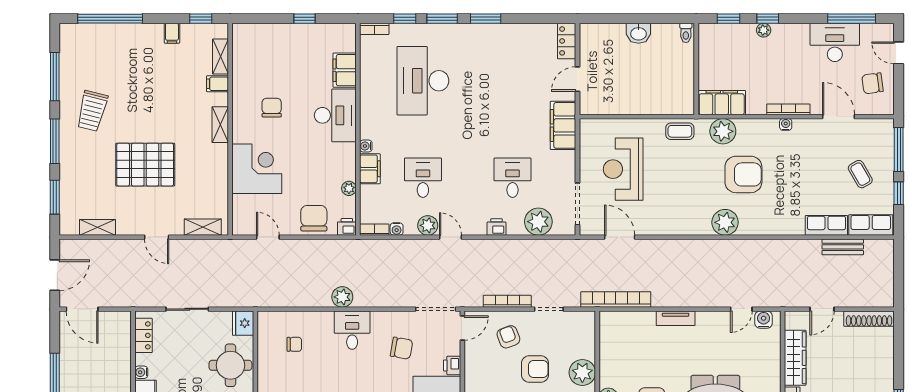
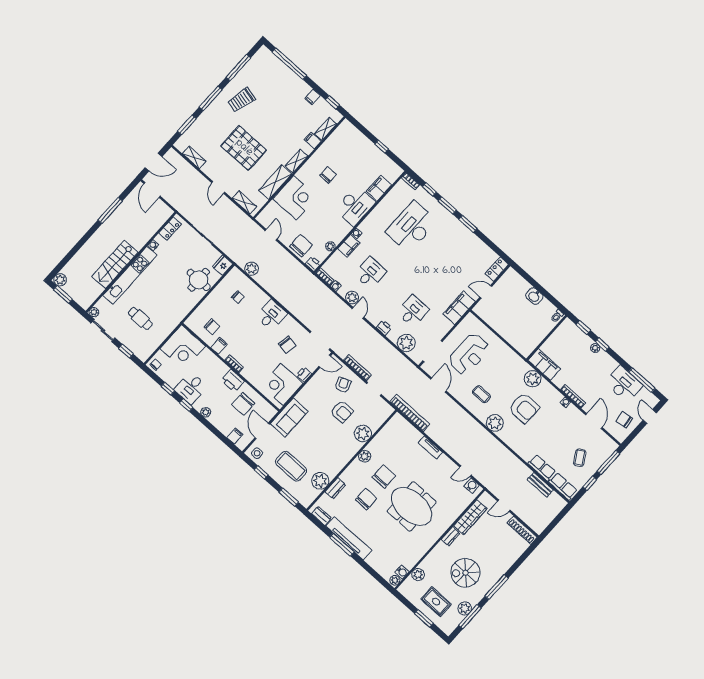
coffee table: (680, 131) -> (481, 394), moved
reception desk: (623, 169) -> (469, 354), turned 180
shelving: (218, 171) -> (275, 182), added
plant: (342, 297) -> (252, 269), moved

